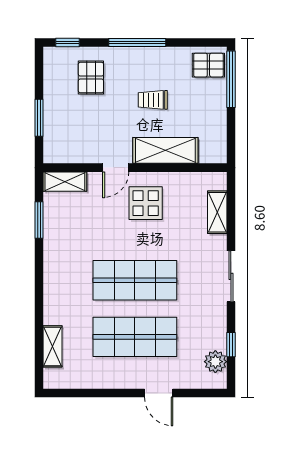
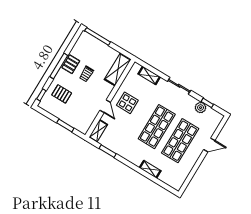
pallet: (208, 65) -> (71, 64), moved
shelving: (165, 150) -> (118, 69), moved
shelving: (52, 346) -> (150, 169), moved
plant: (215, 362) -> (201, 108), moved

